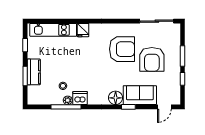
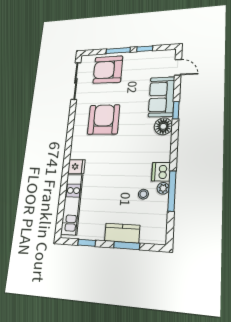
armchair: (152, 59) -> (108, 70), moved, turned 180

